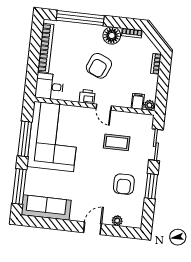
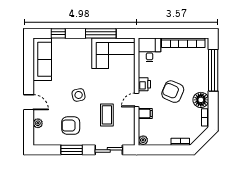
filing cabinet: (138, 101) -> (145, 114), moved
corner sofa: (54, 137) -> (113, 53), width x0.73, depth x0.74
side table: (91, 171) -> (79, 95), added
window: (19, 186) -> (58, 33), width x0.46

